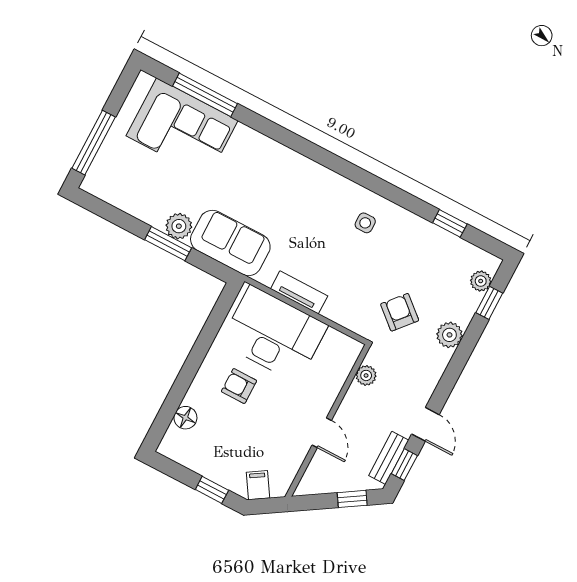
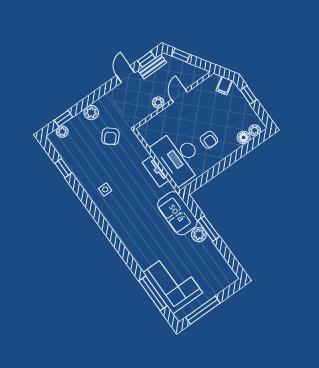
window: (94, 143) -> (203, 310), moved
plant: (366, 375) -> (158, 102), moved
plant: (173, 438) -> (255, 130), added

